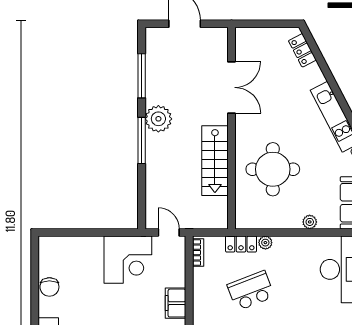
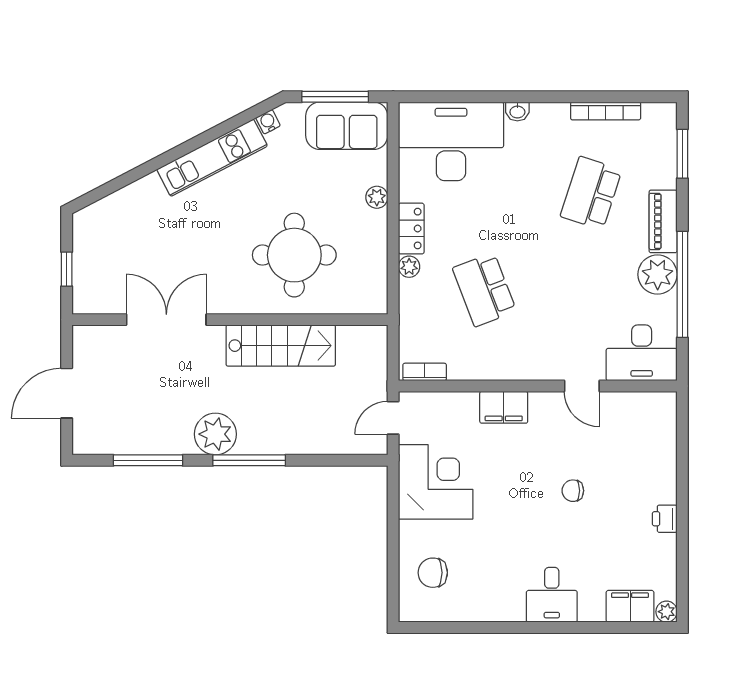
window: (264, 24) -> (67, 269), added
locker: (302, 50) -> (108, 209), removed
locker: (241, 244) -> (411, 229), moved
chair: (49, 287) -> (433, 573), moved, turned 180

